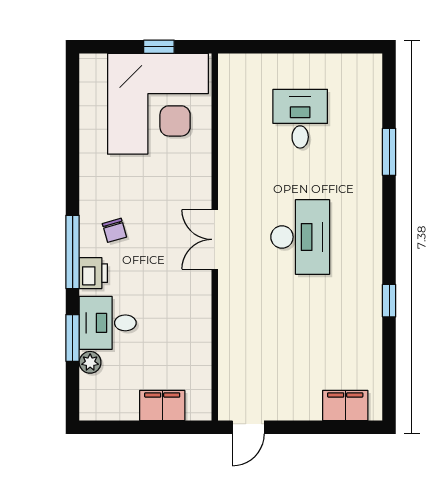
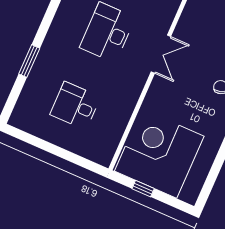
desk: (300, 119) -> (75, 106), turned 90

